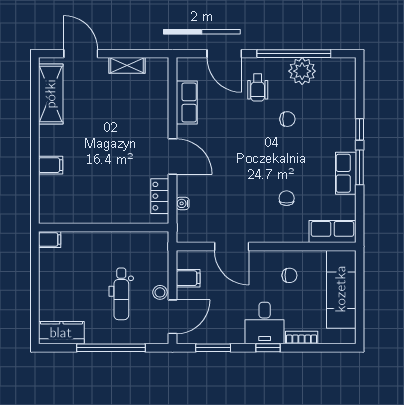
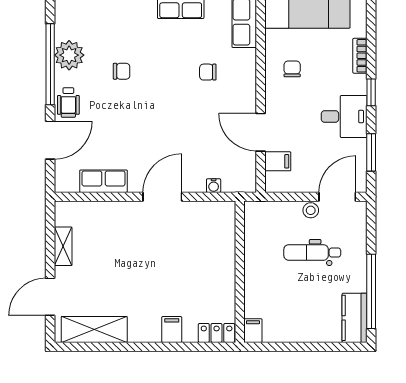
wheelchair: (258, 88) -> (68, 103), moved, turned 90
chair: (287, 119) -> (122, 71), turned 90
locker: (160, 196) -> (217, 333), moved, turned 180
door: (232, 247) -> (261, 132), swing flipped
filing cabinet: (188, 278) -> (278, 161), moved, turned 90
dental chair: (121, 294) -> (312, 252), turned 180
door: (172, 317) -> (337, 197), hinge flipped
desk: (265, 323) -> (344, 116), moved
window: (111, 348) -> (371, 291), moved

